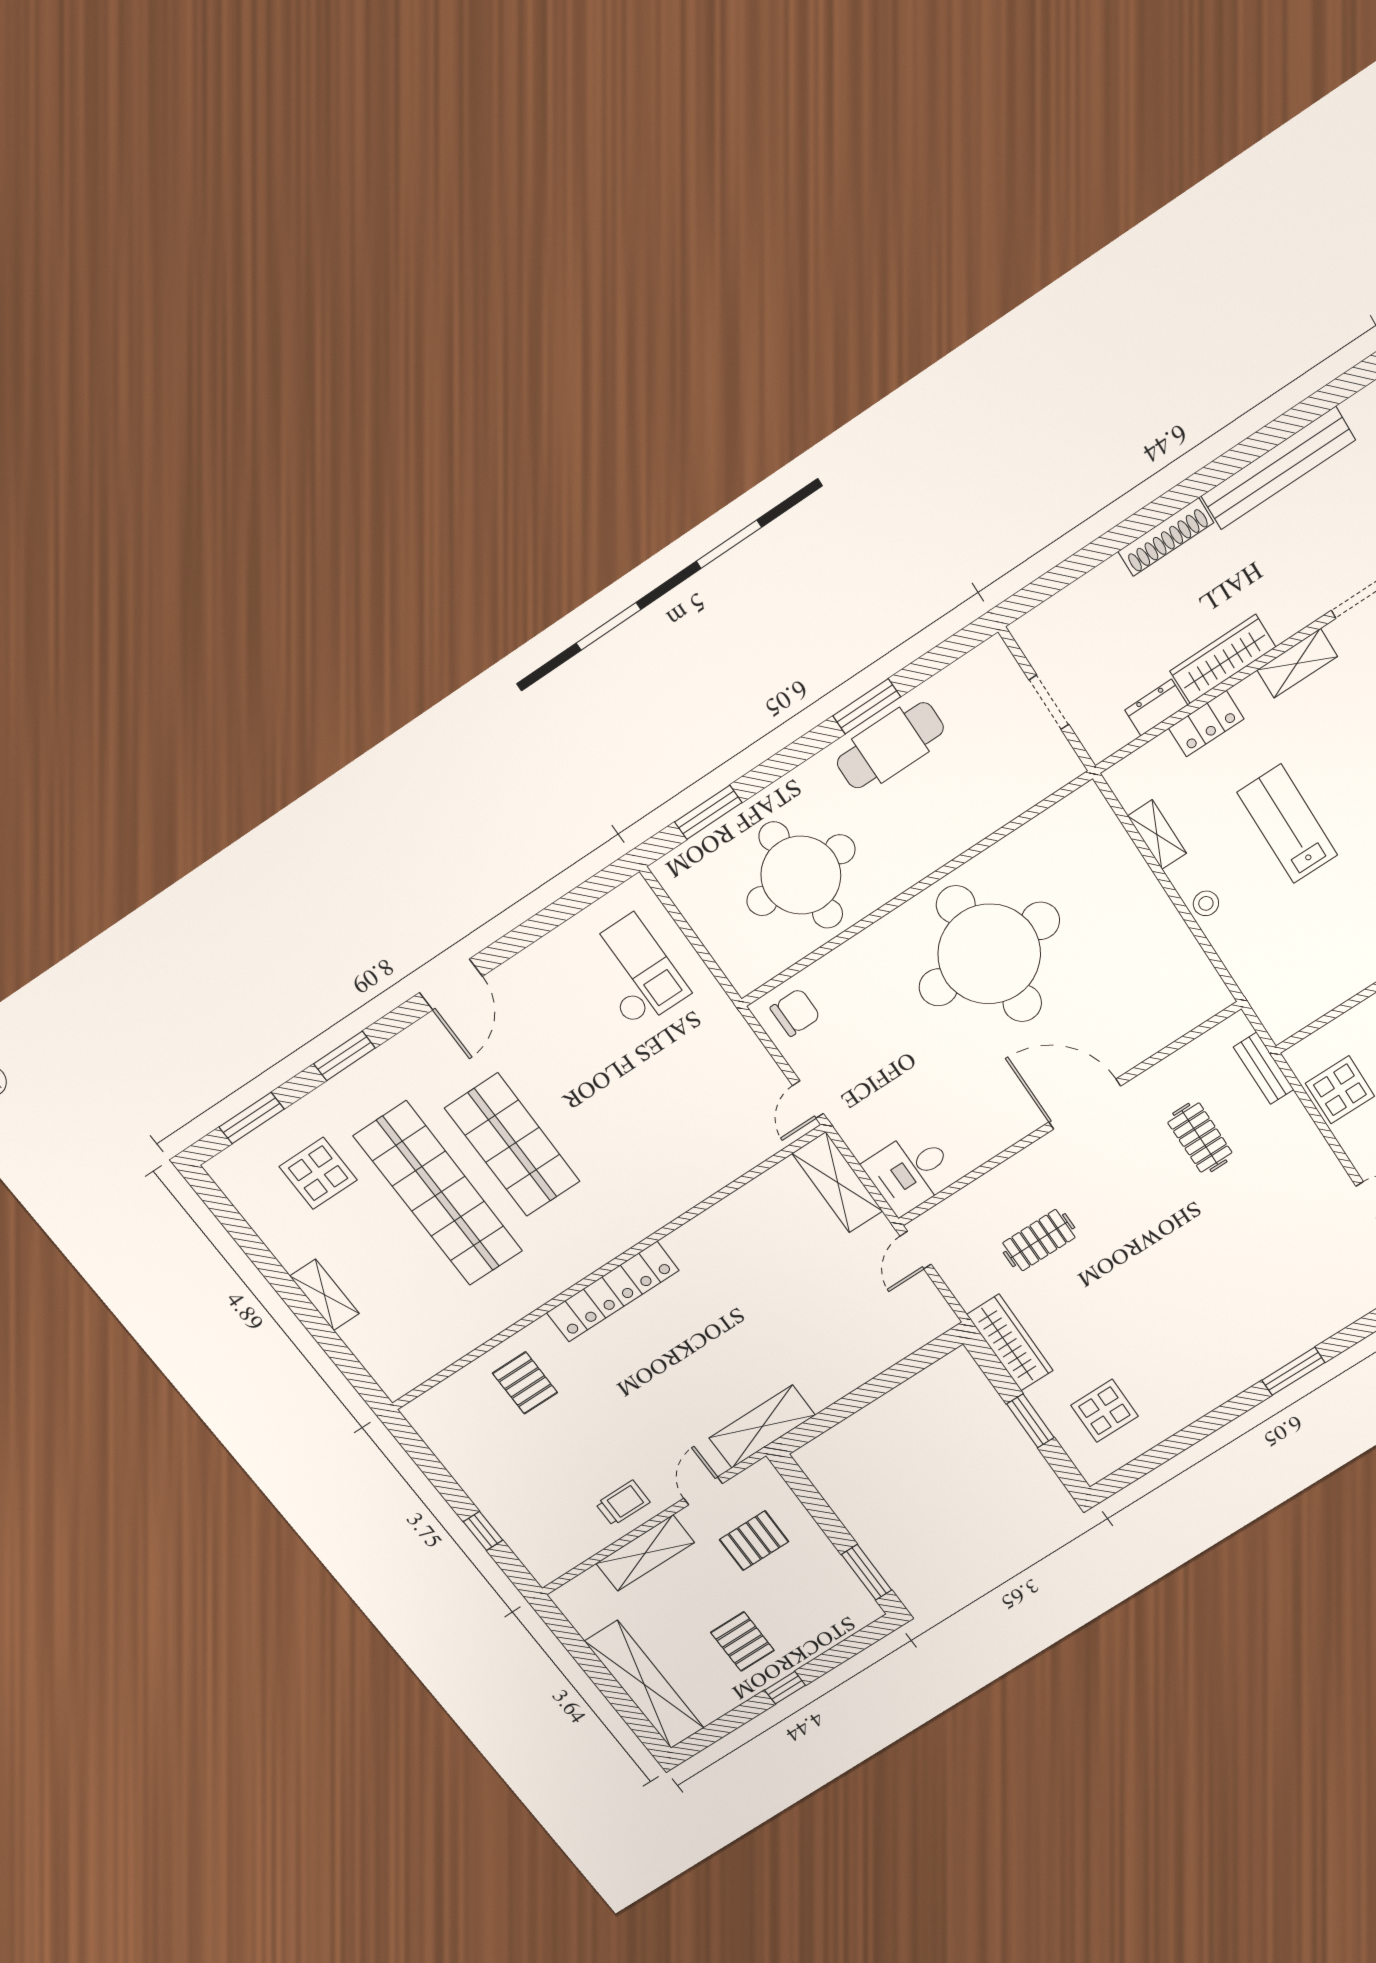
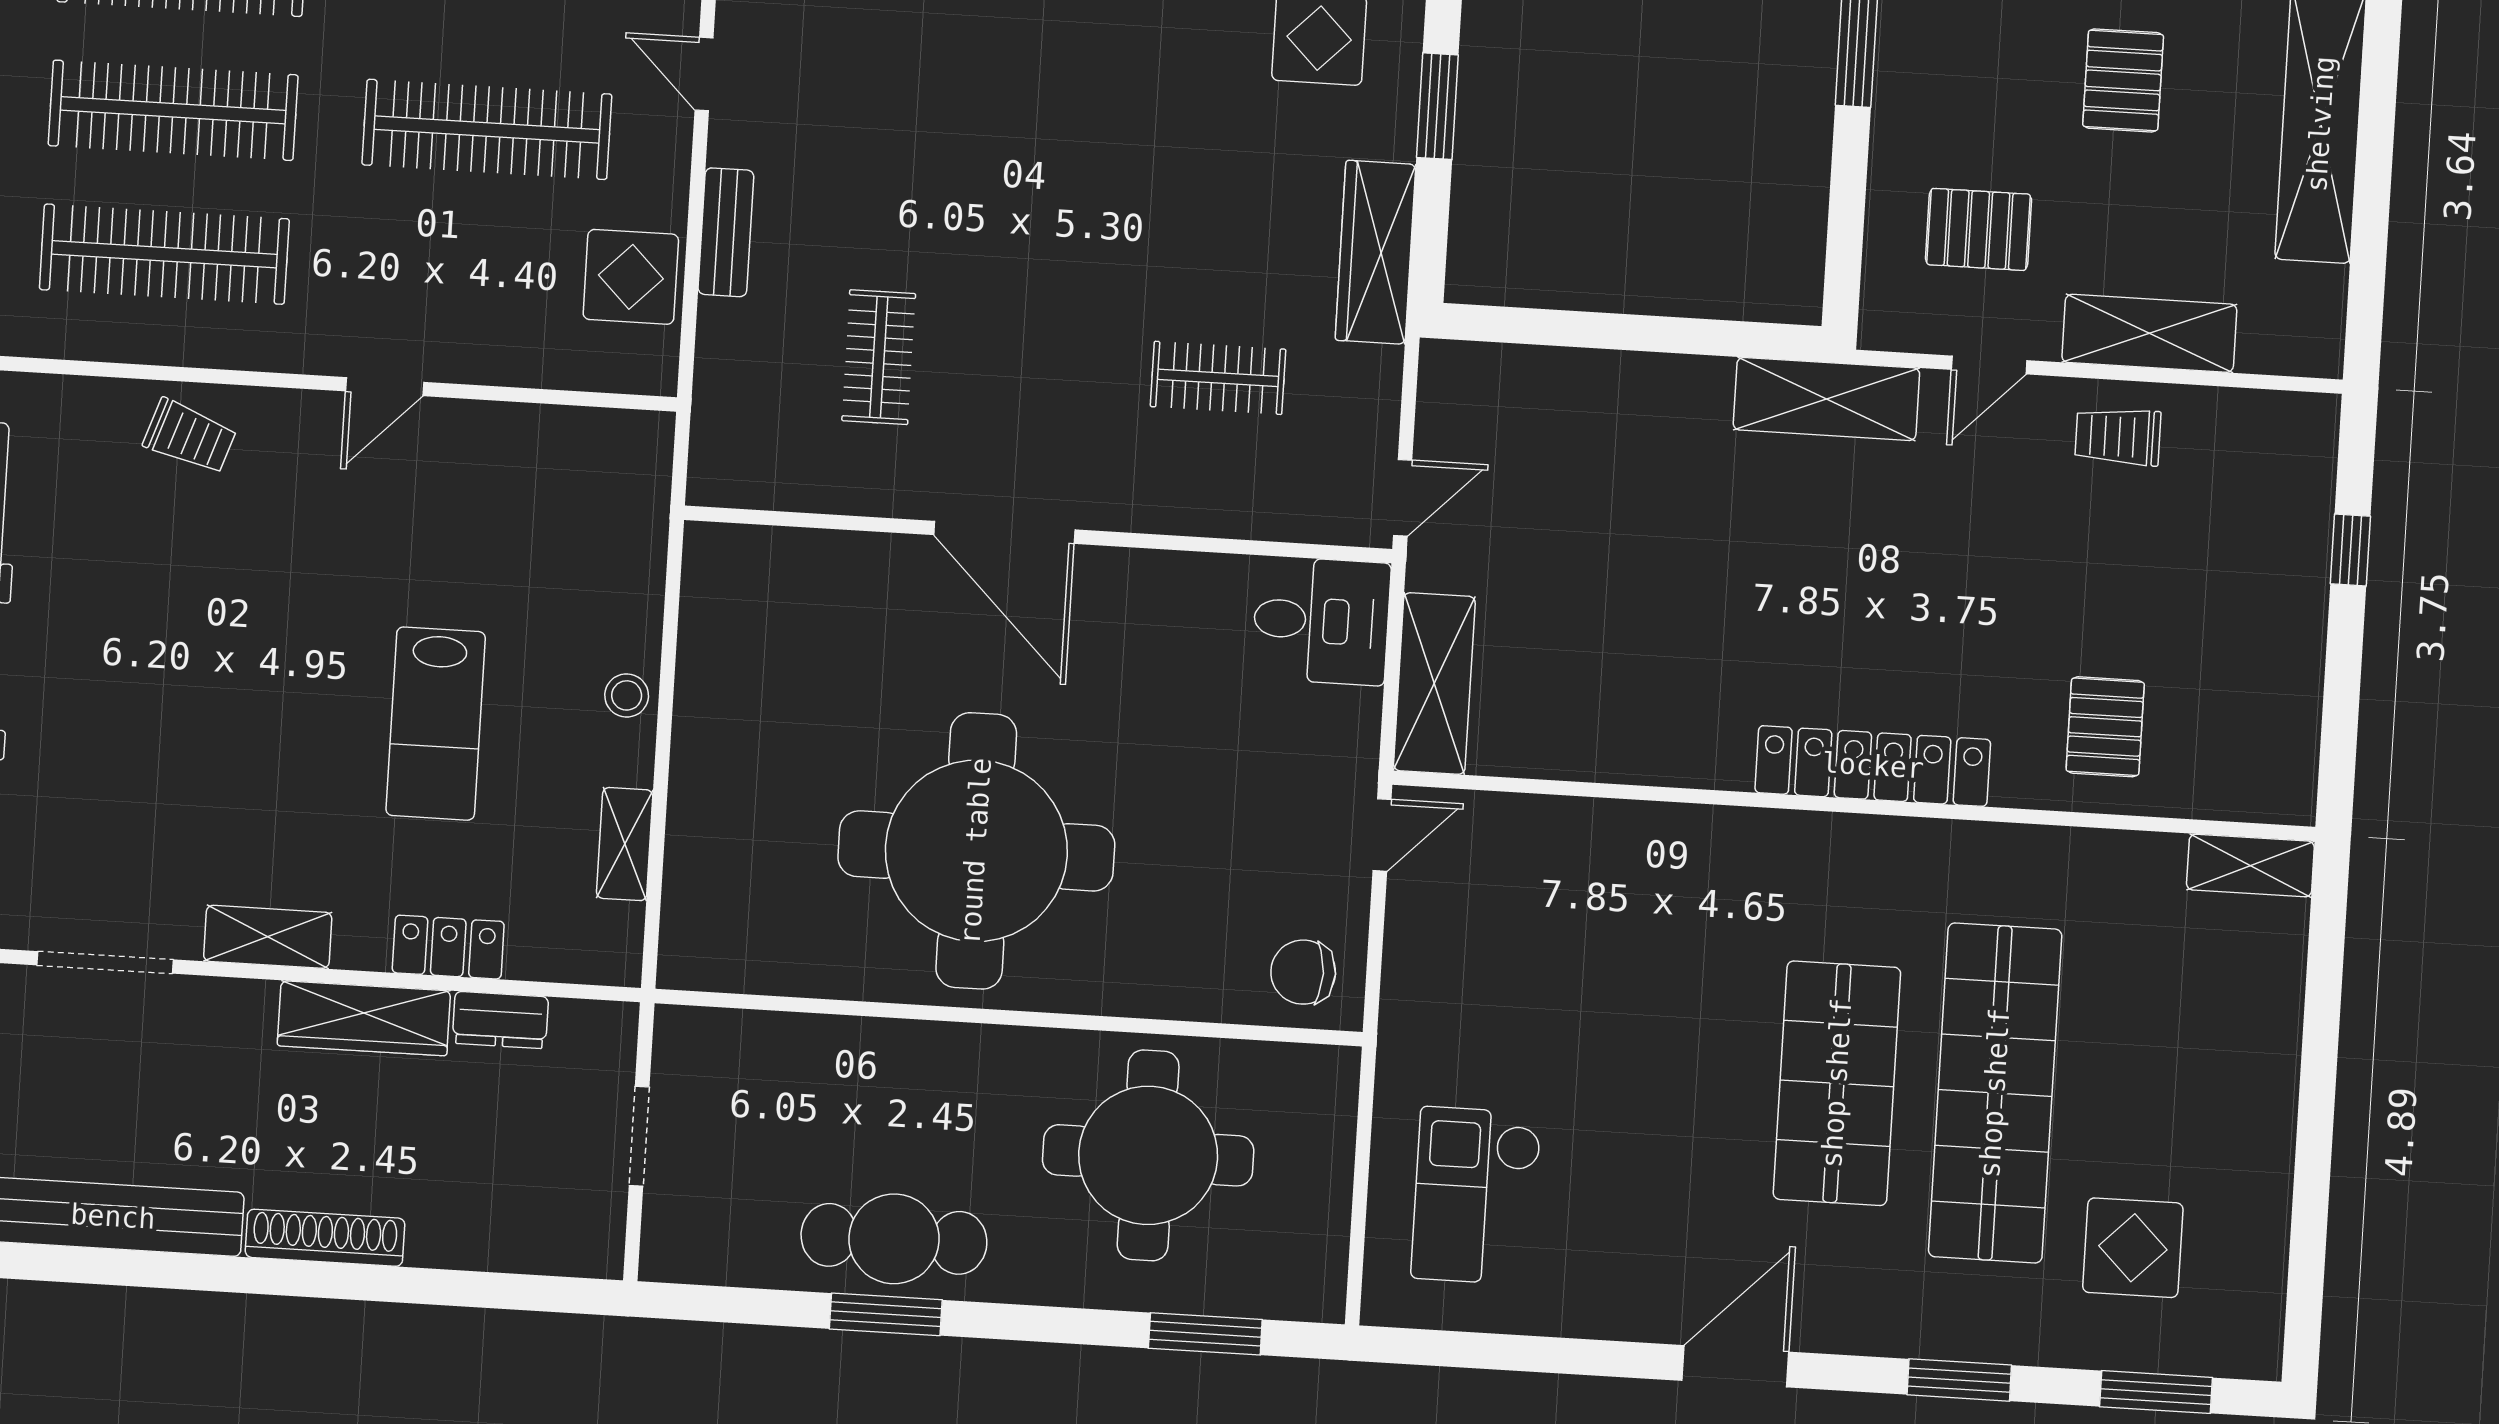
bench: (1264, 1068) -> (726, 232), moved
shelving: (324, 1295) -> (2250, 866), moved, turned 90

